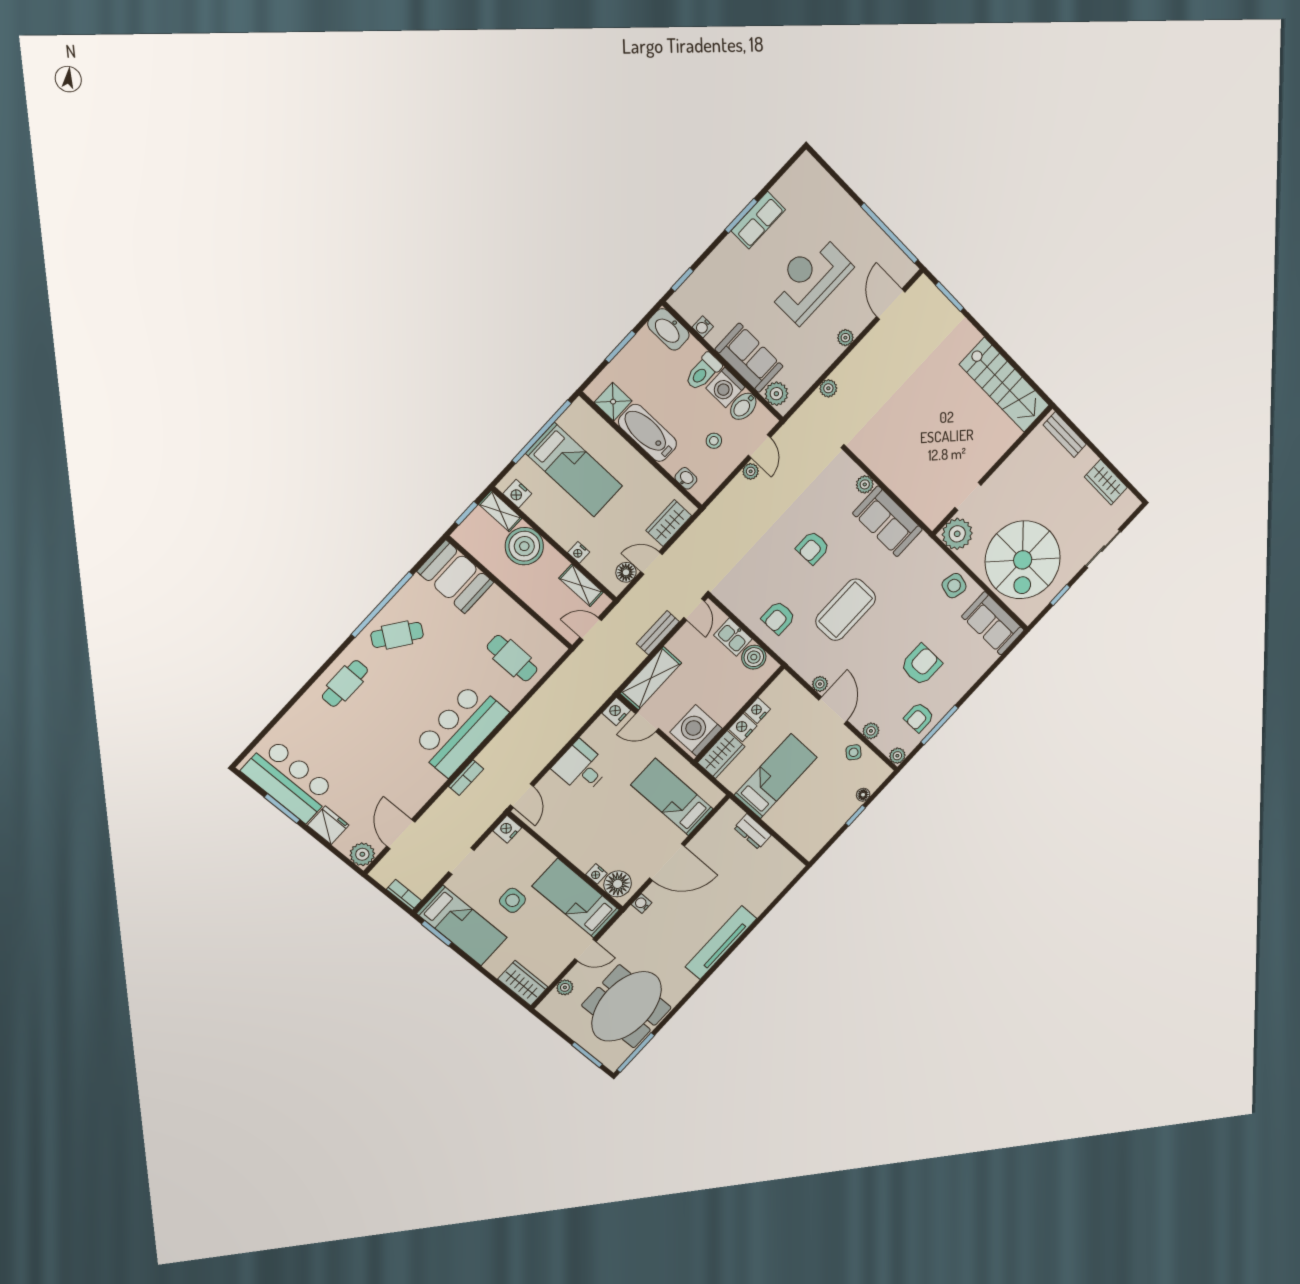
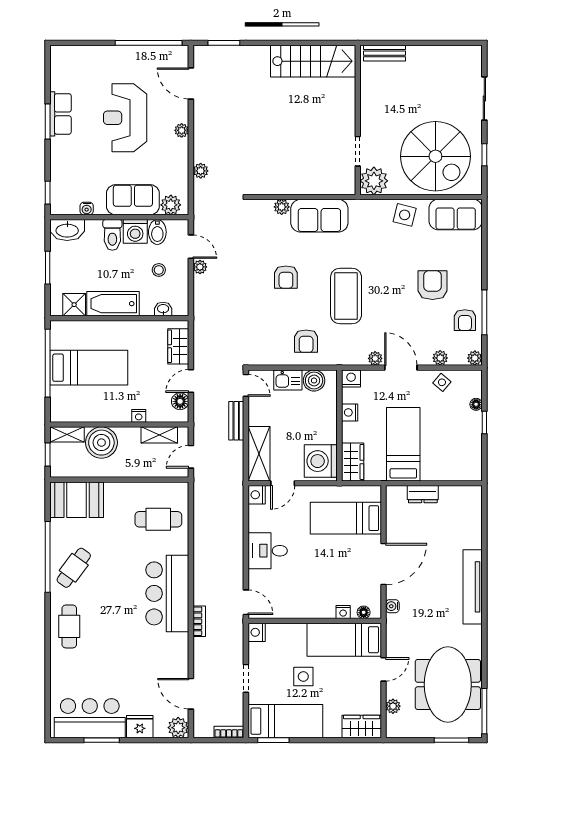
wardrobe: (1106, 482) -> (443, 56), removed
nightstand: (517, 494) -> (68, 414), removed
nightstand: (743, 728) -> (351, 379), moved, turned 90
floor lamp: (618, 884) -> (364, 612), width x0.53, depth x0.53

